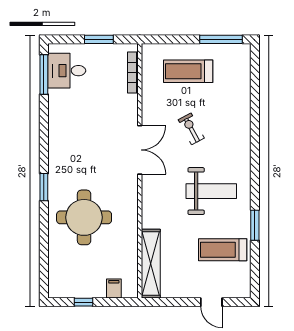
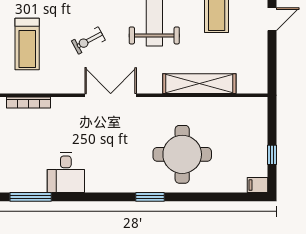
desk: (67, 71) -> (66, 173), moved
shelving: (151, 264) -> (199, 84), moved
filing cabinet: (114, 288) -> (258, 185), moved

